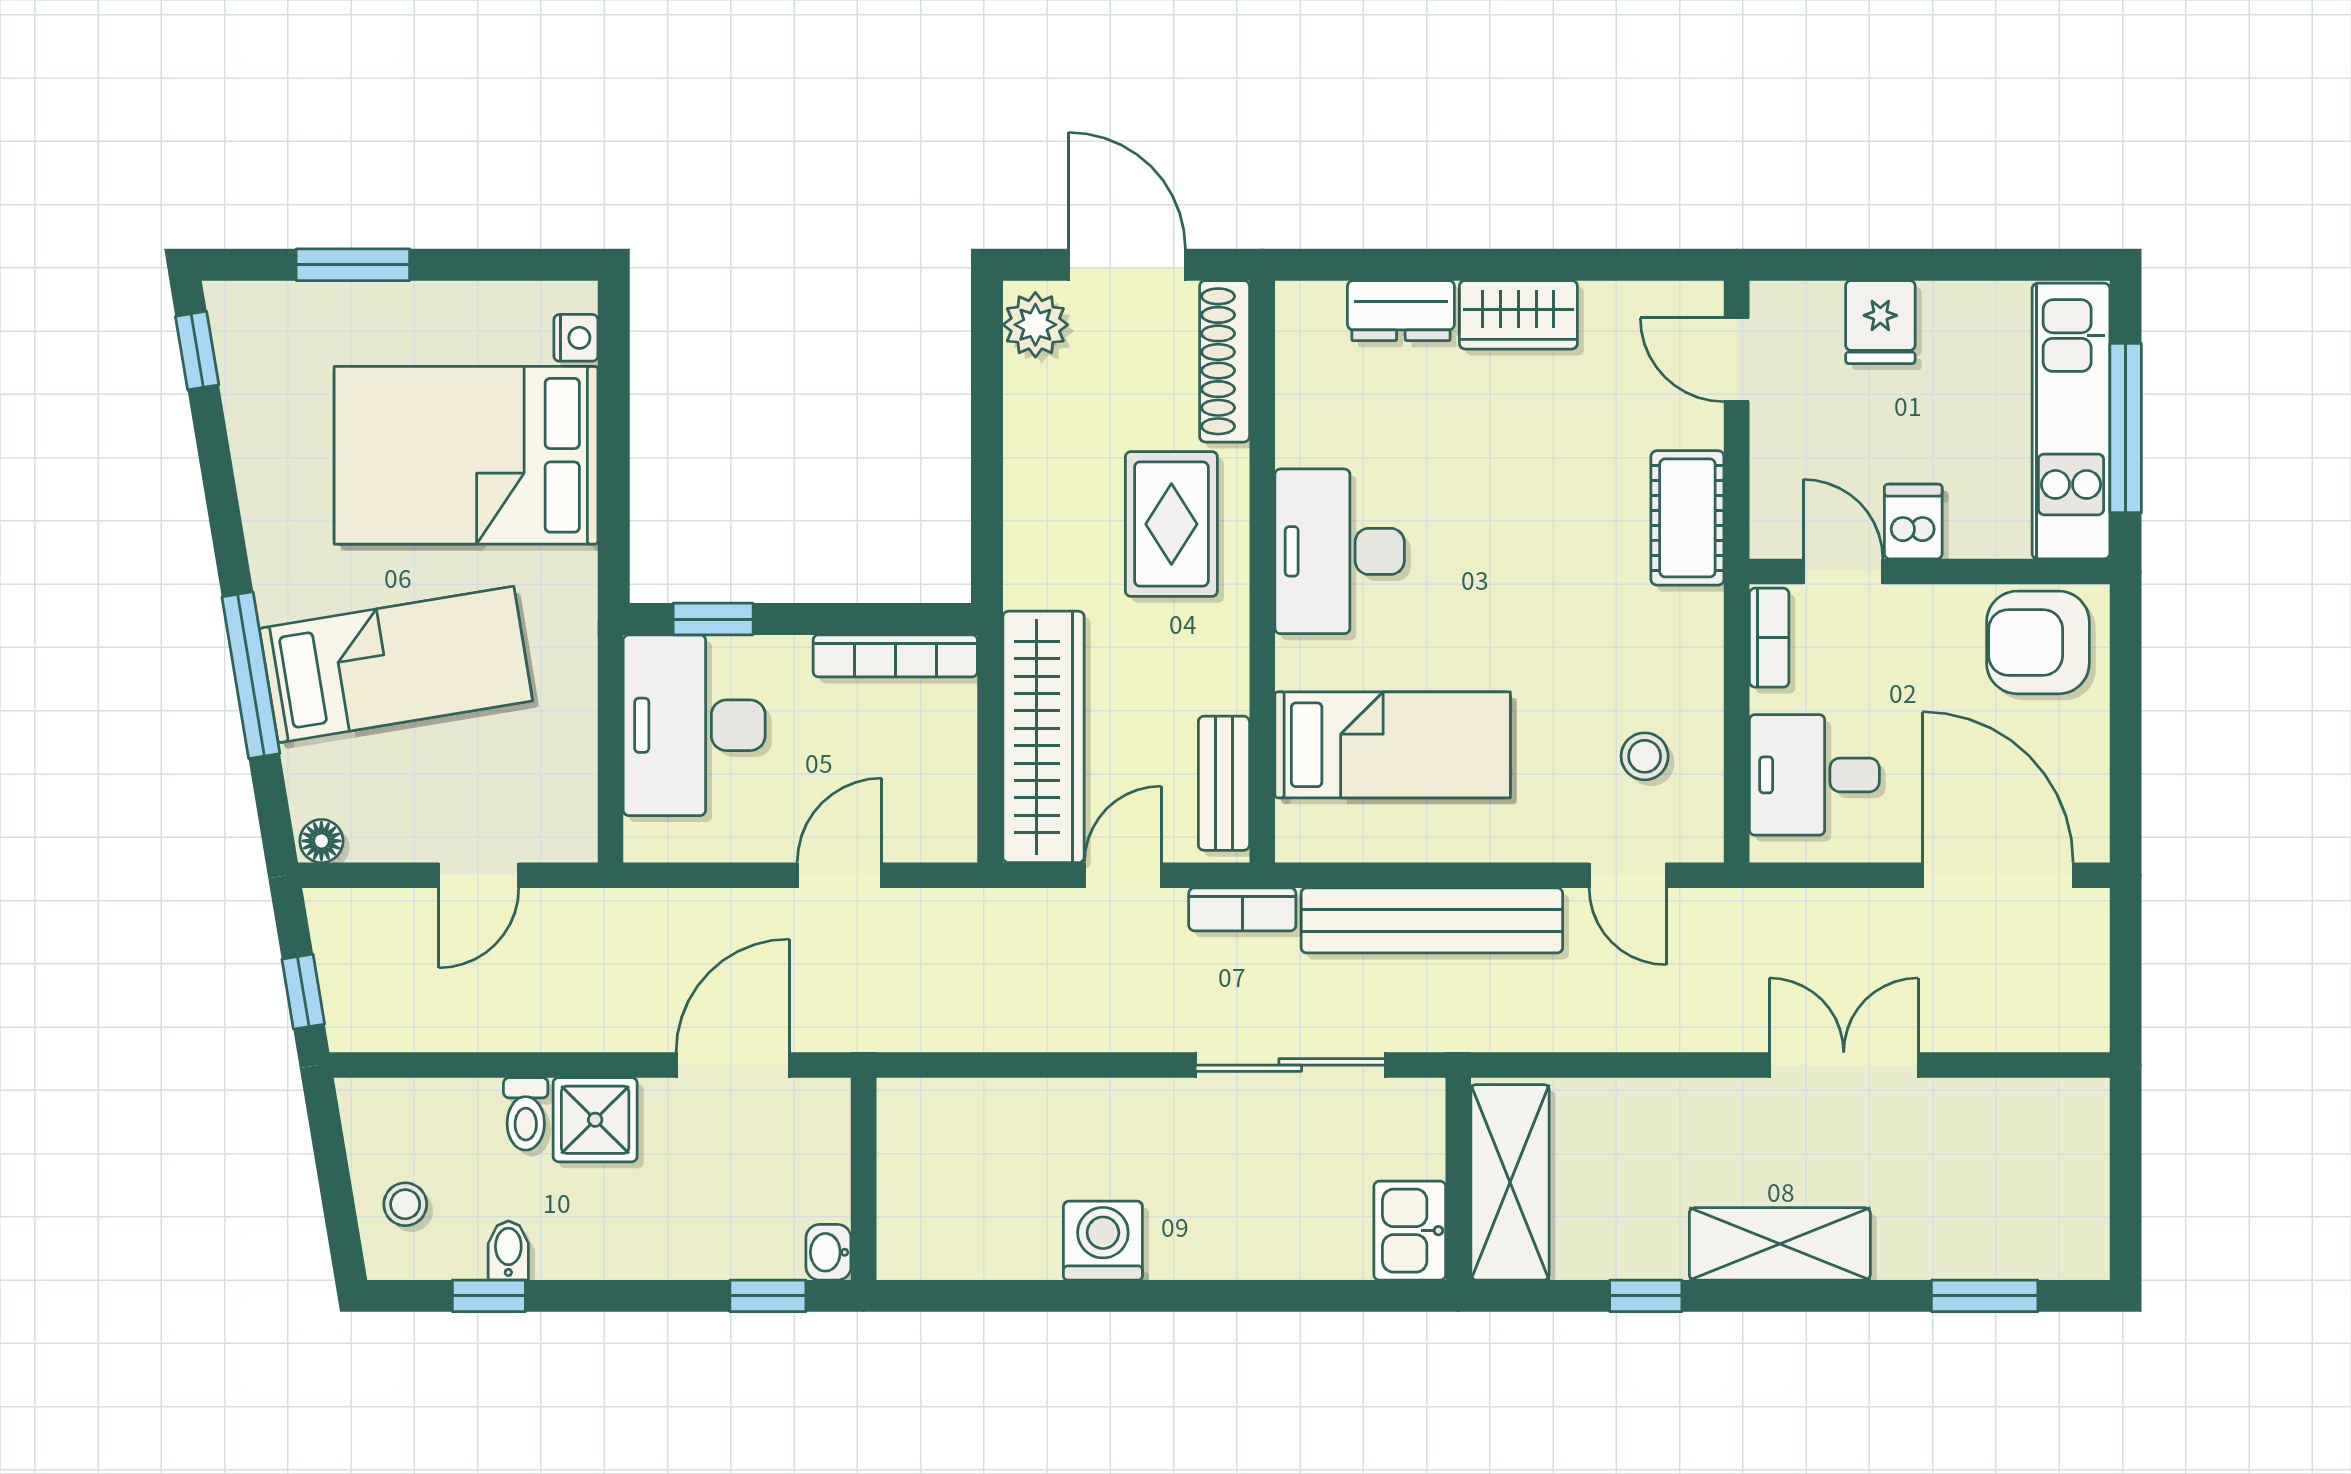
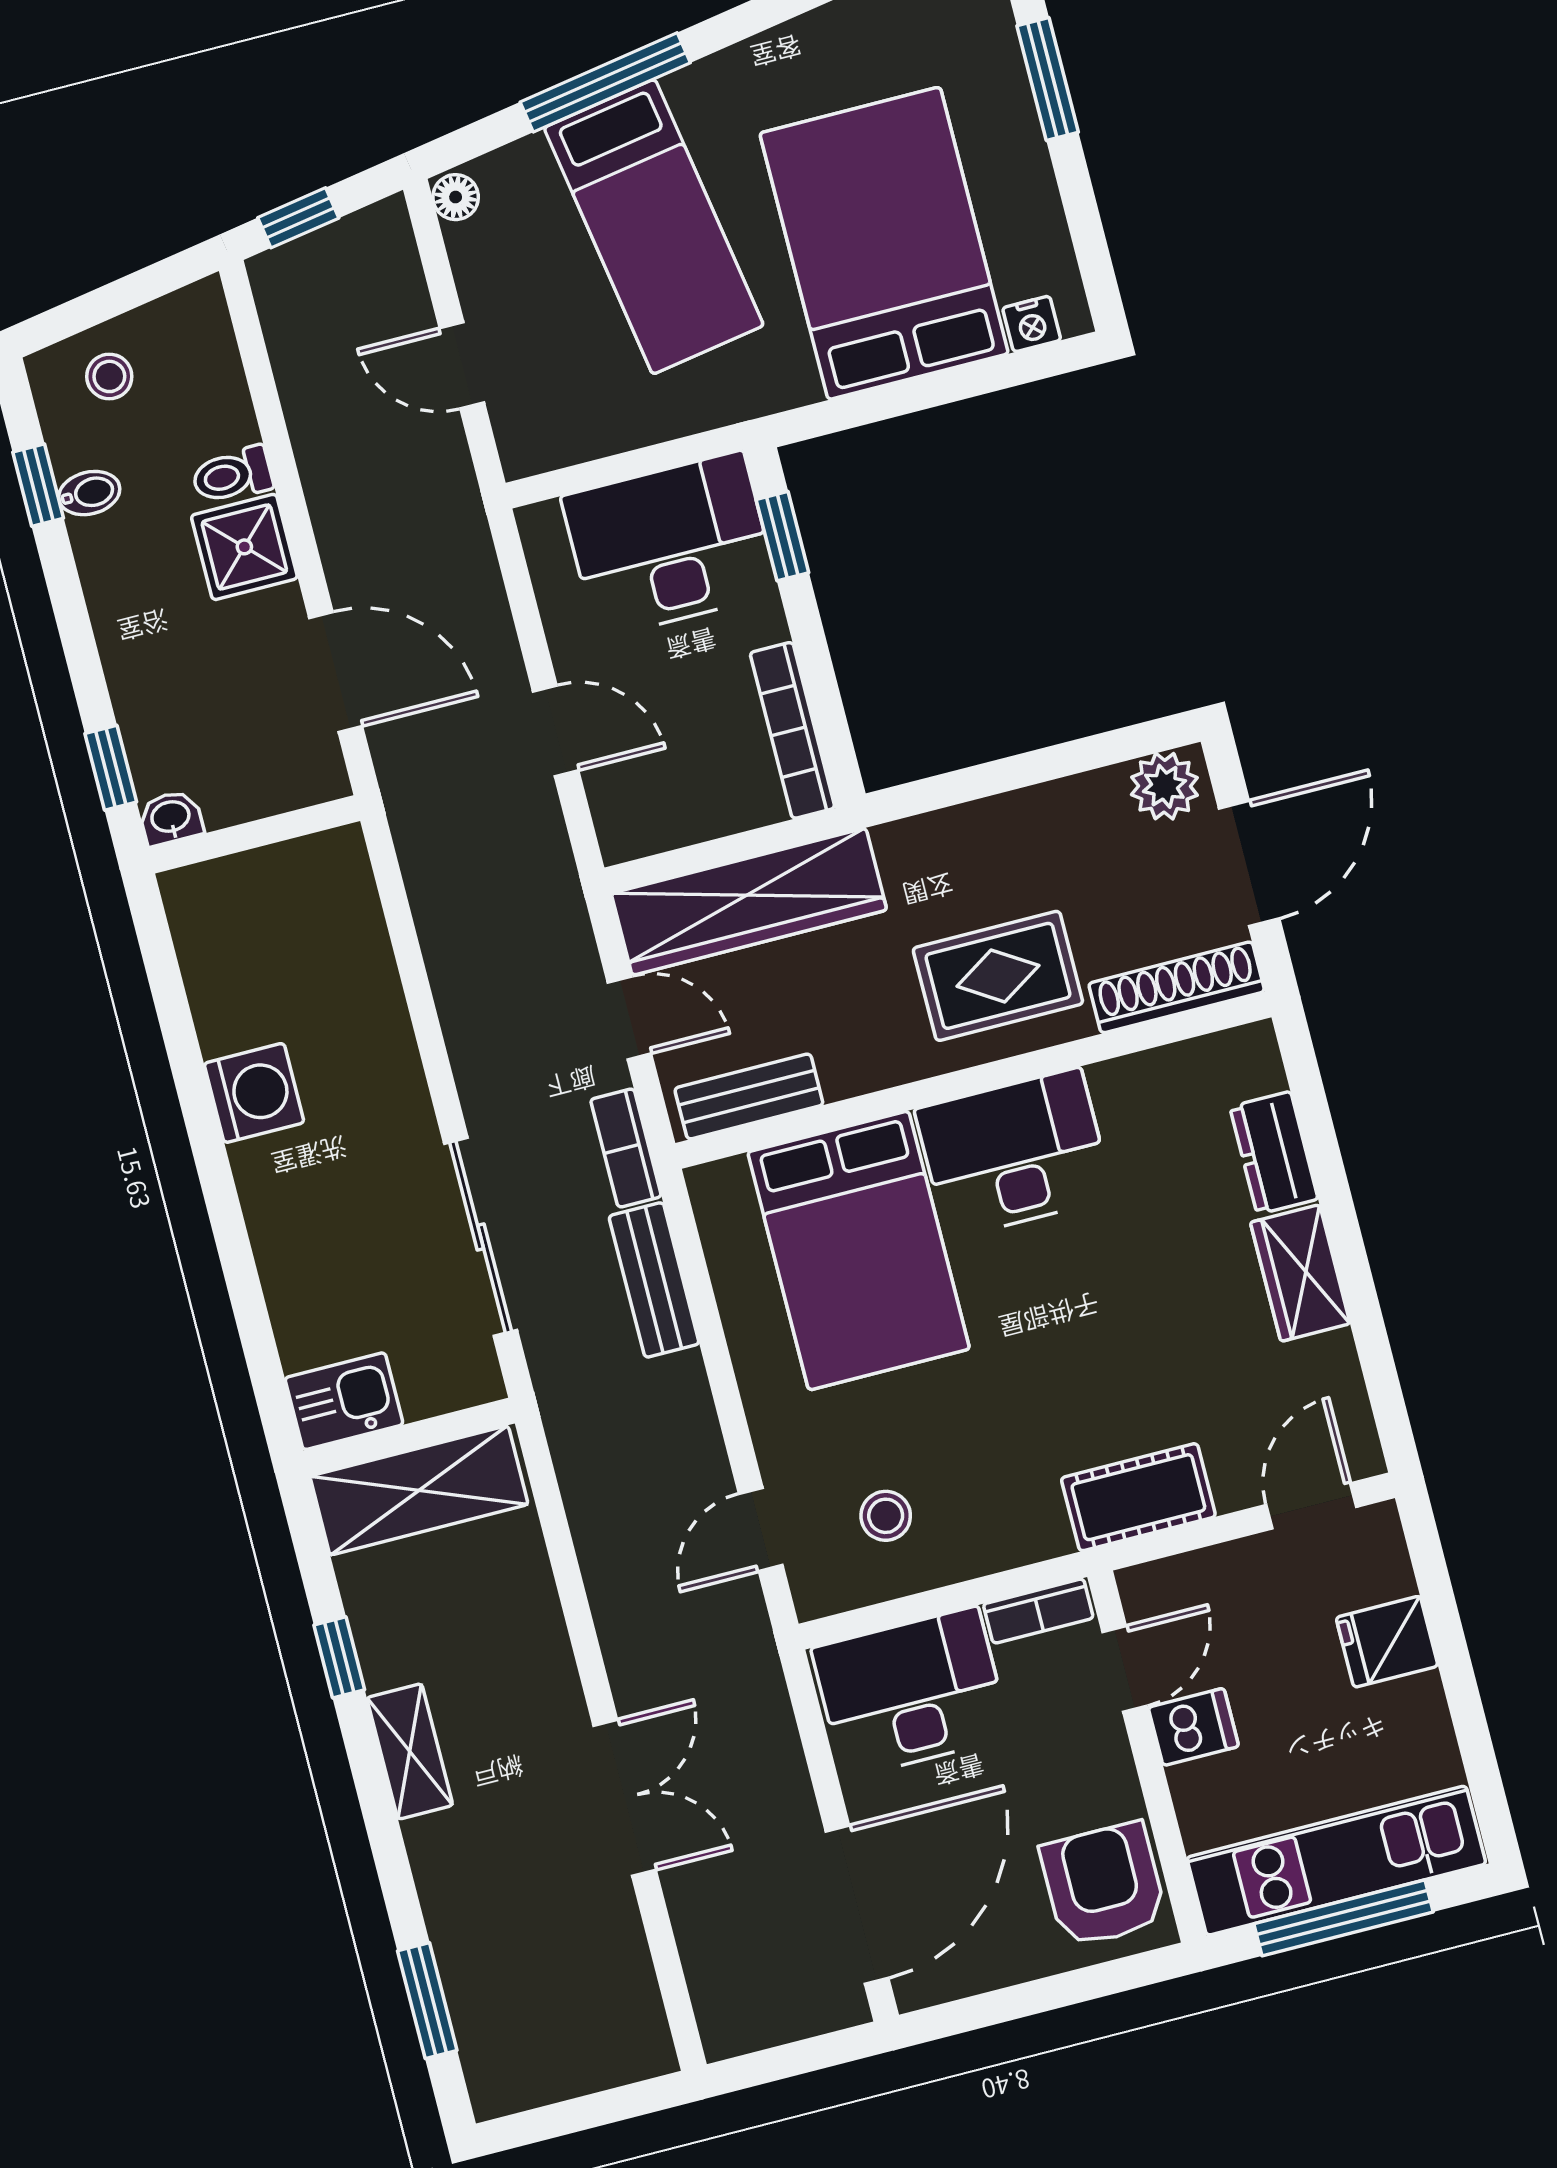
bed: (1393, 745) -> (859, 1250), width x1.50
desk: (1814, 775) -> (911, 1693), width x1.37
bench: (1432, 920) -> (654, 1280), width x0.54, depth x0.82
shelving: (1780, 1244) -> (410, 1751), width x0.67, depth x0.75

